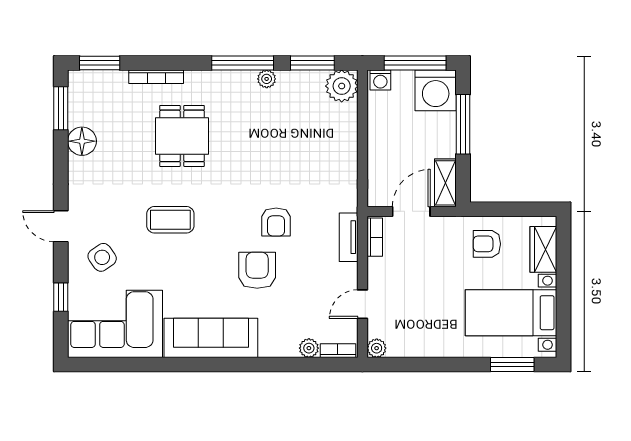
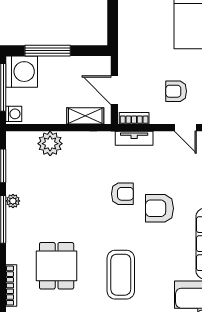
plant: (342, 86) -> (50, 144), moved
dining table: (182, 136) -> (57, 266), turned 90
shelving: (445, 183) -> (85, 116), moved
coffee table: (170, 220) -> (121, 275), width x1.36, depth x1.32
armchair: (487, 244) -> (176, 91), moved, turned 90

